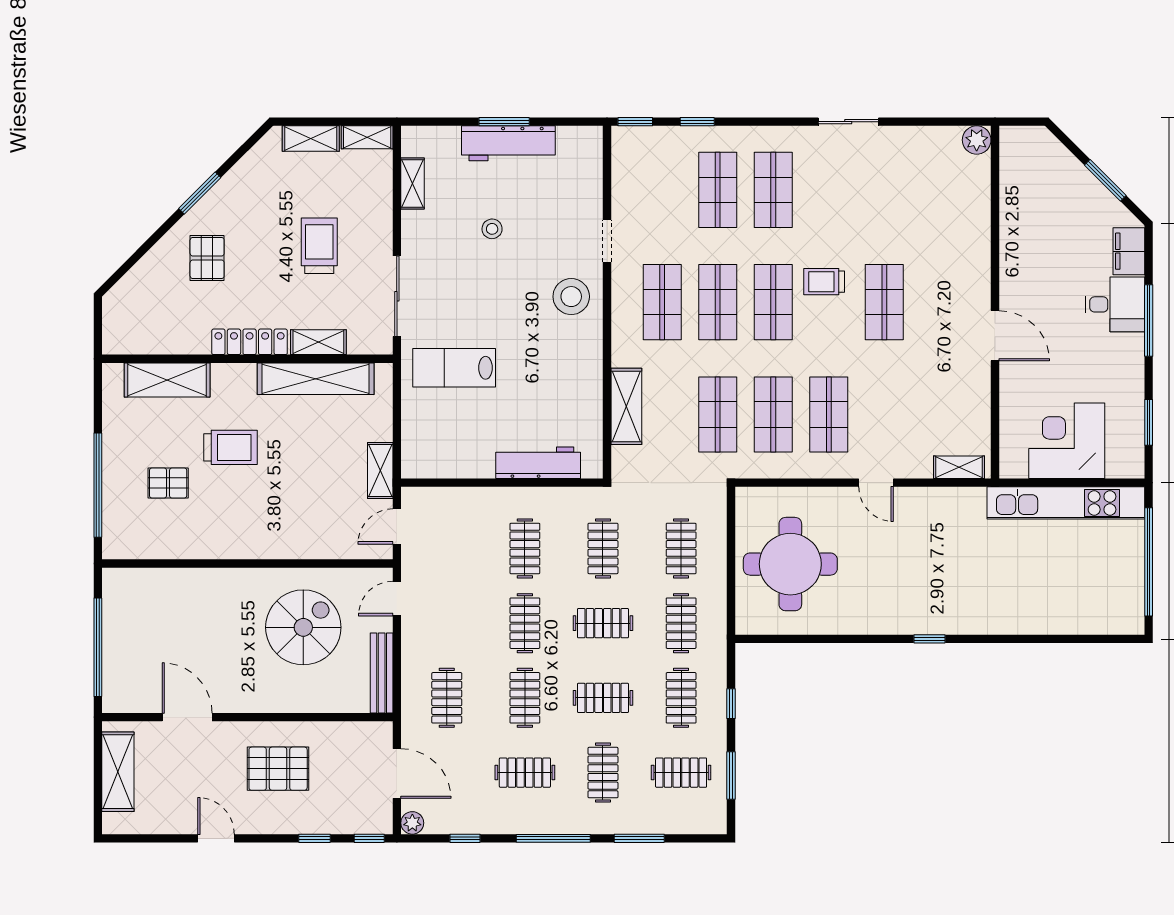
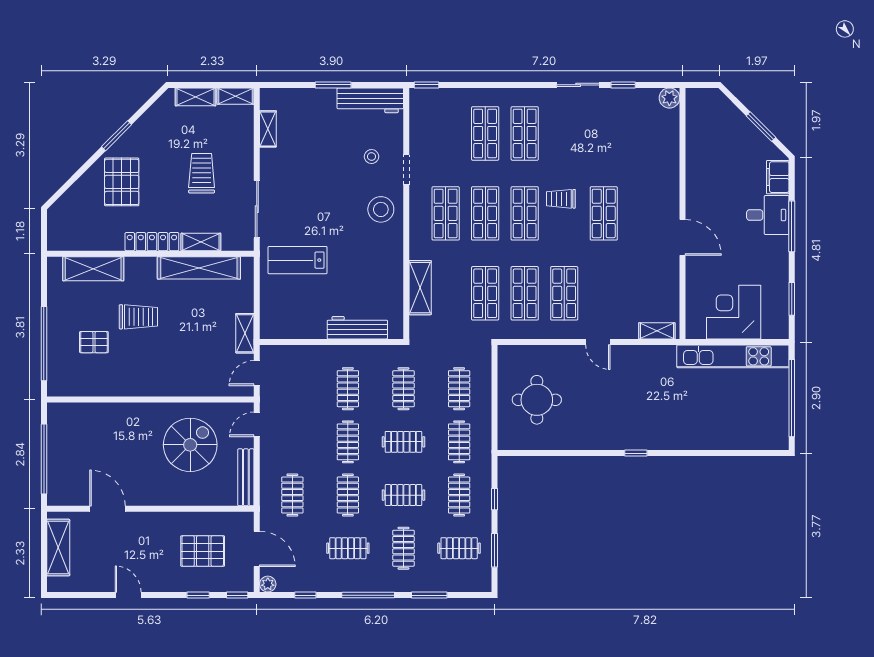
window: (697, 122) -> (623, 85), moved
workbench: (508, 143) -> (370, 100), moved
stool: (492, 229) -> (371, 157), moved
pallet: (207, 258) -> (122, 182), width x1.50, depth x1.42
round table: (790, 564) -> (537, 400), width x0.73, depth x0.73
pallet: (278, 769) -> (203, 551), moved

